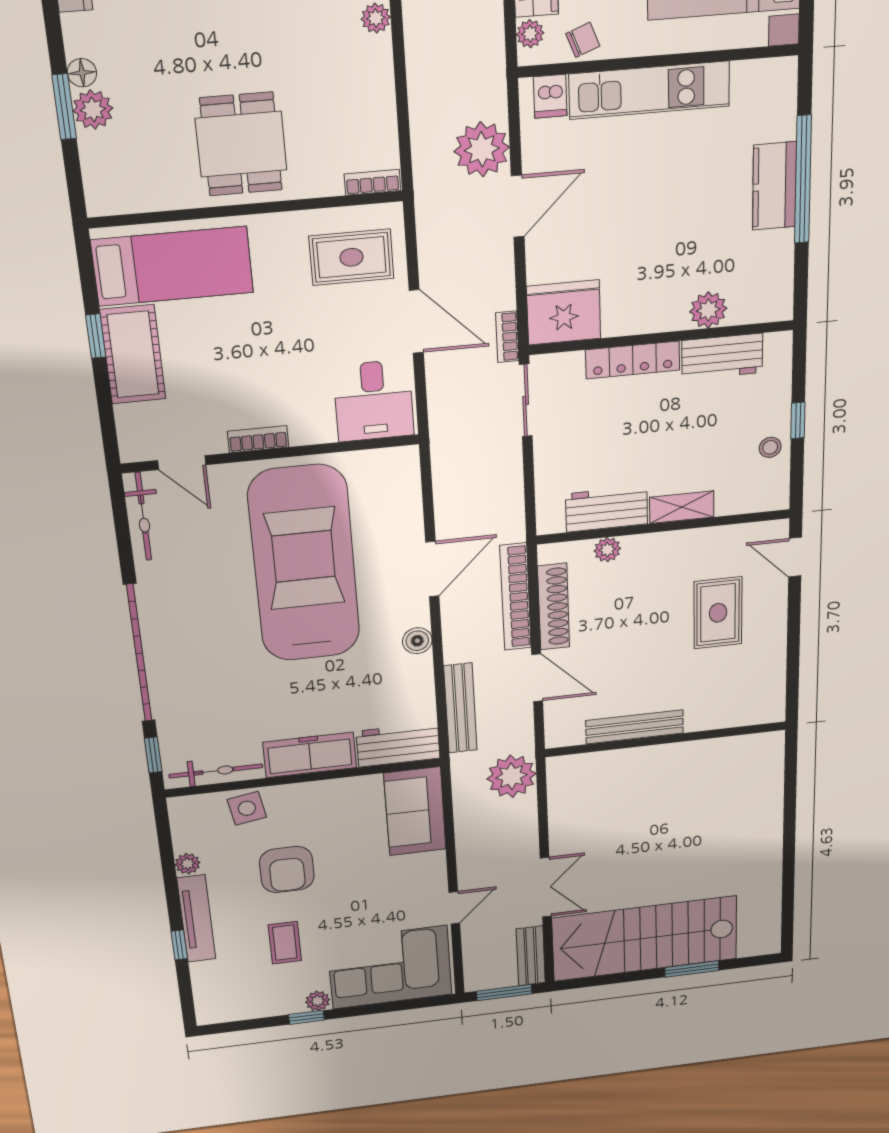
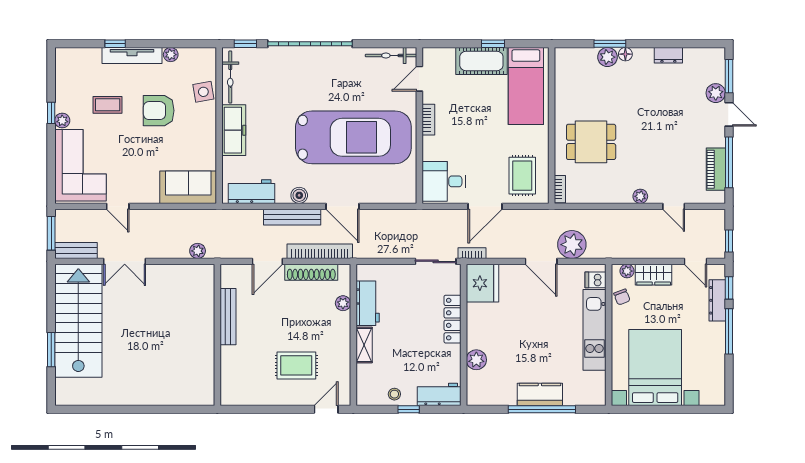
dining table: (241, 144) -> (591, 142), moved
workbench: (722, 357) -> (439, 394), moved, turned 90
bench: (460, 708) -> (292, 217), moved
workbench: (398, 745) -> (251, 192), moved, turned -90
plant: (512, 776) -> (198, 251), width x0.53, depth x0.53

